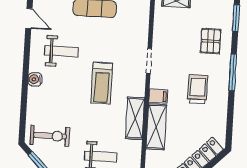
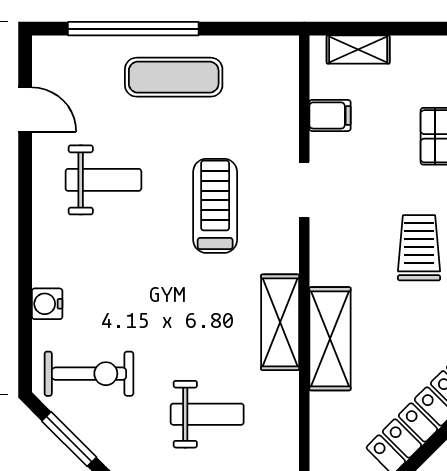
water cooler: (35, 79) -> (47, 304), moved
treadmill: (102, 83) -> (215, 206), moved, turned 180
filing cabinet: (158, 96) -> (330, 115), moved

